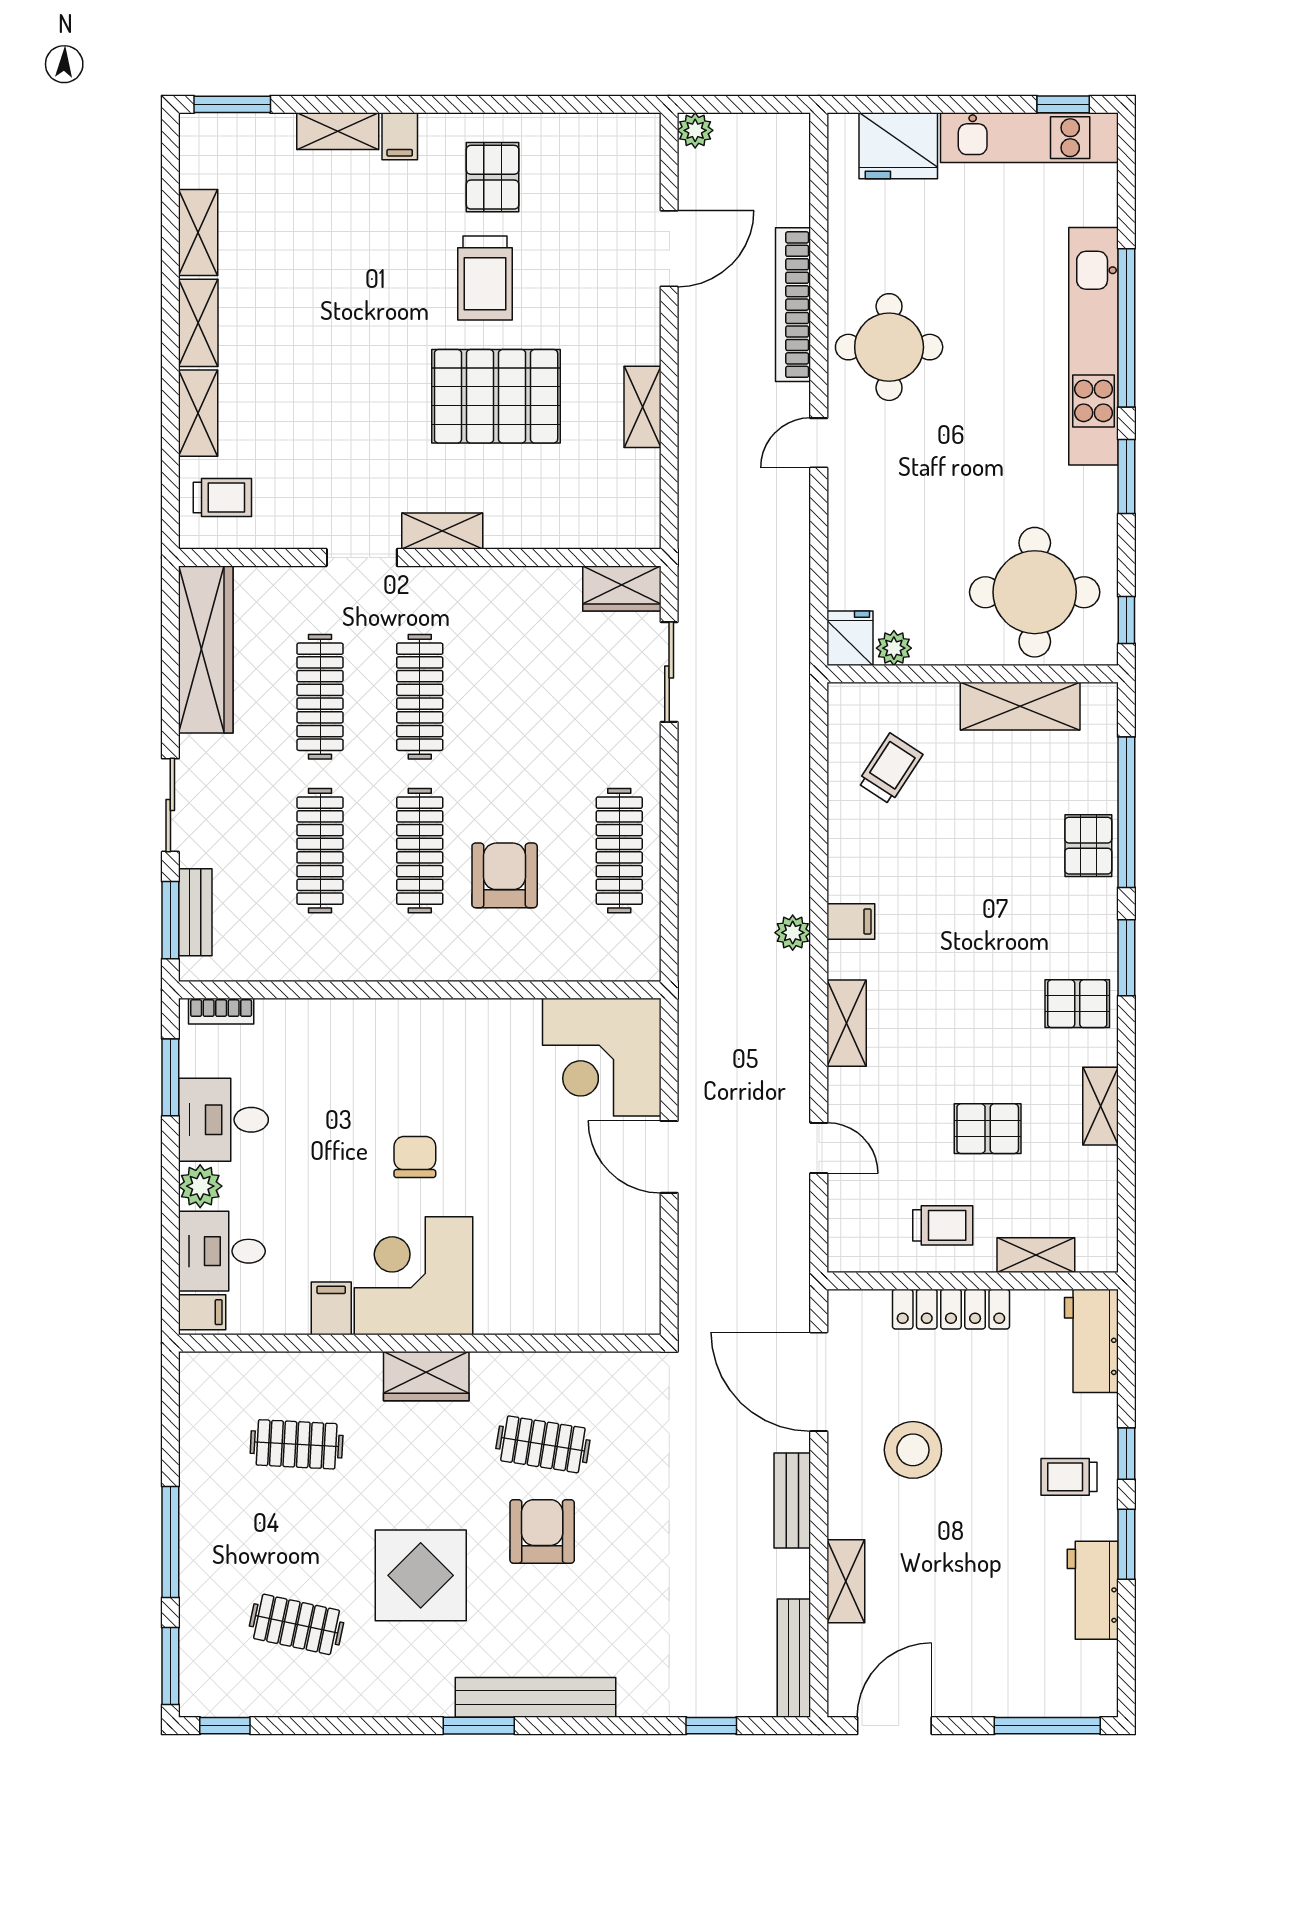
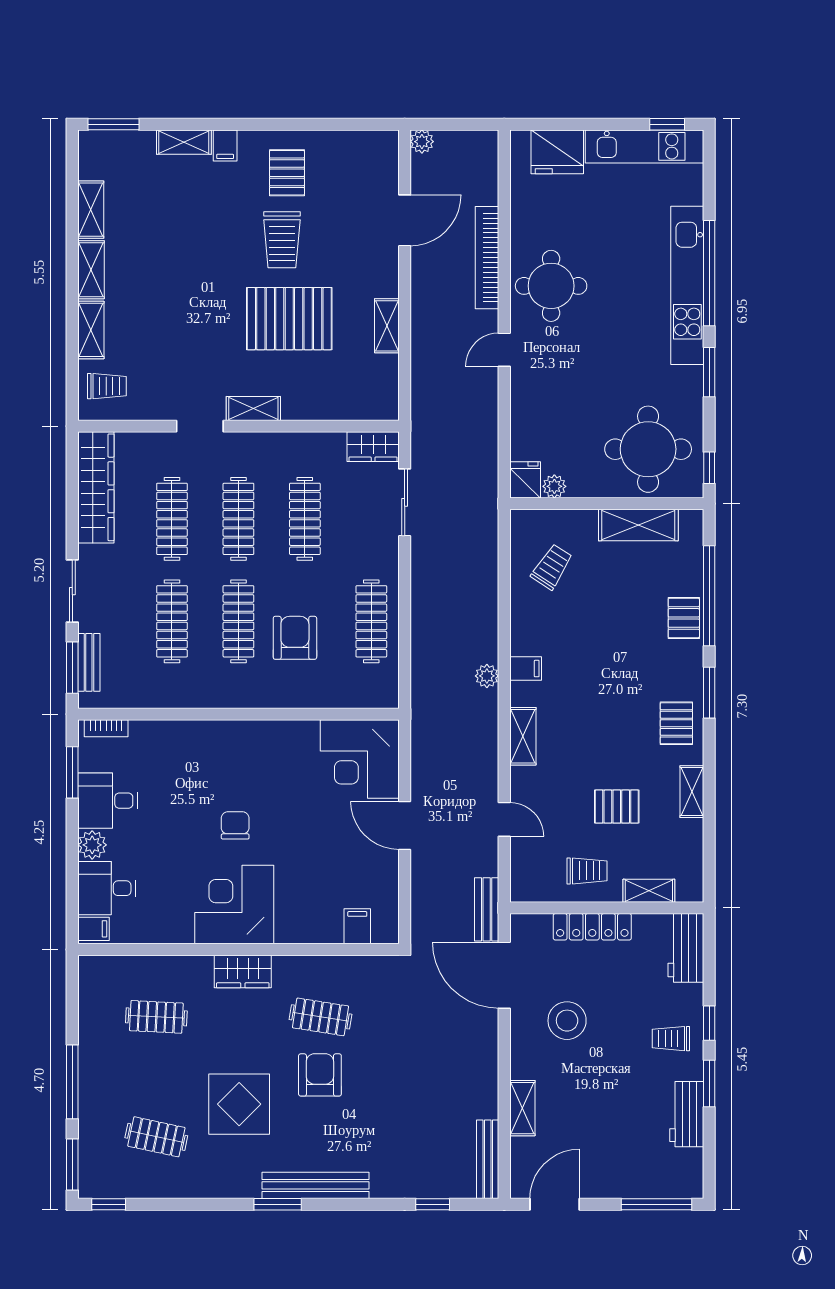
clothes rail: (519, 697) -> (305, 519), added
pallet: (1077, 1004) -> (676, 723), turned 90
filing cabinet: (331, 1308) -> (357, 926), moved
bench: (792, 1500) -> (487, 909), moved

